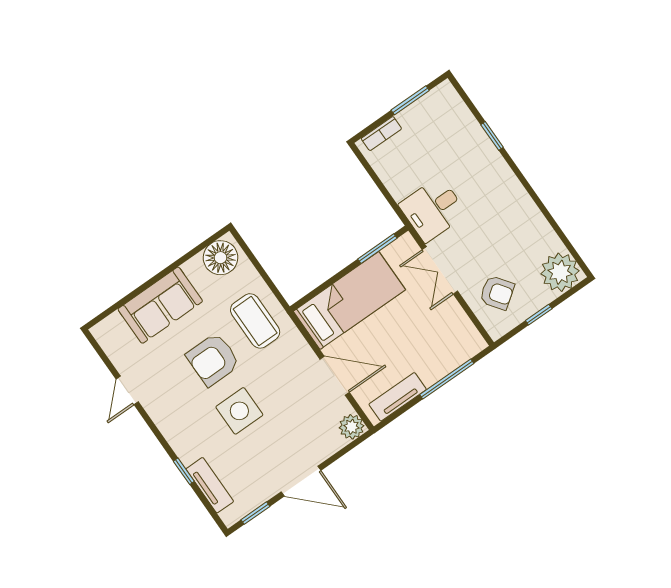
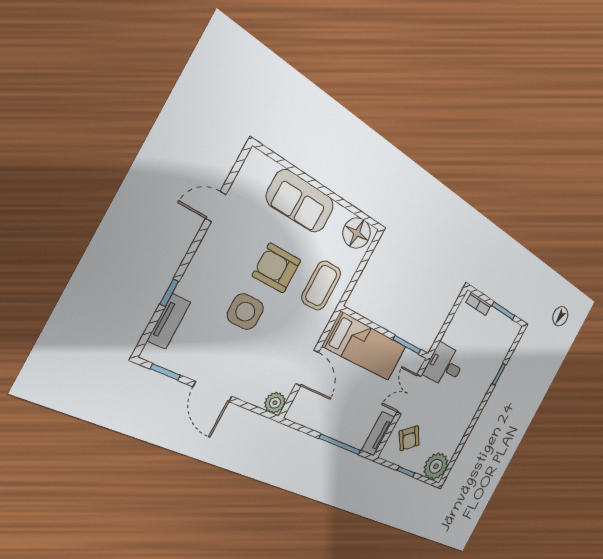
tv unit: (398, 397) -> (378, 434), moved, turned -90

